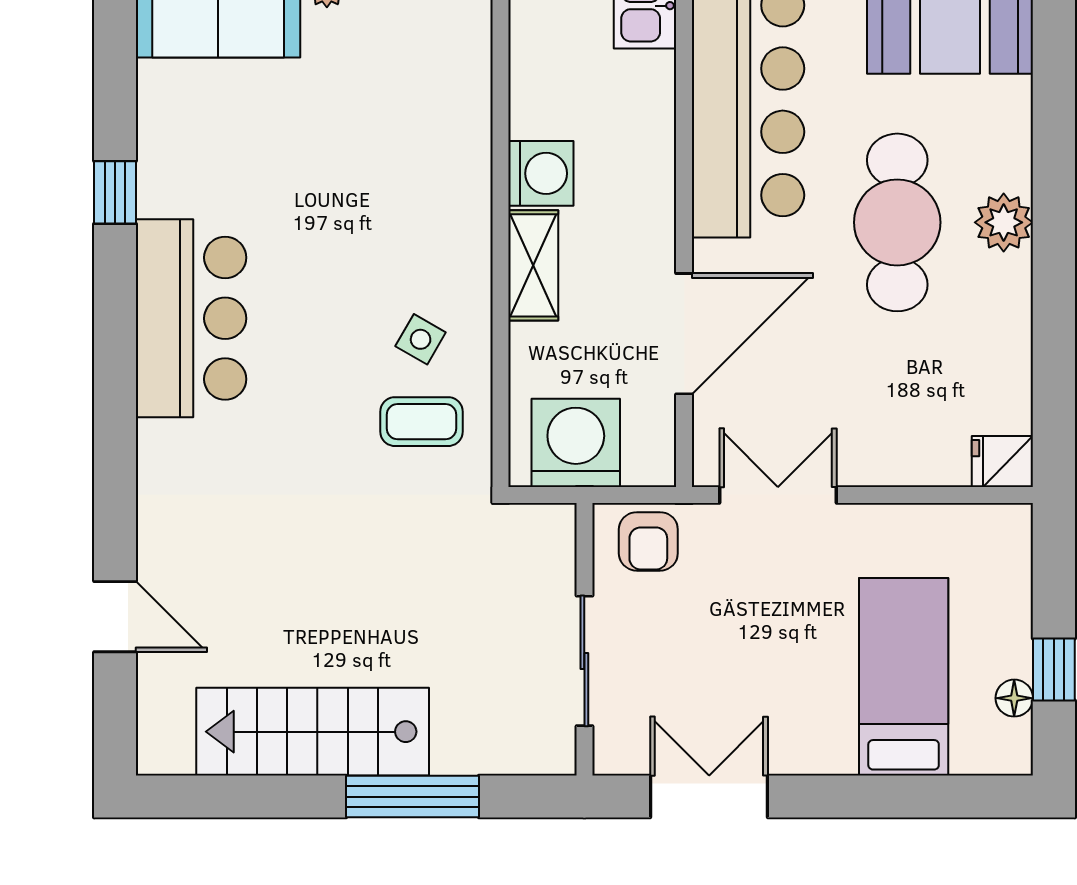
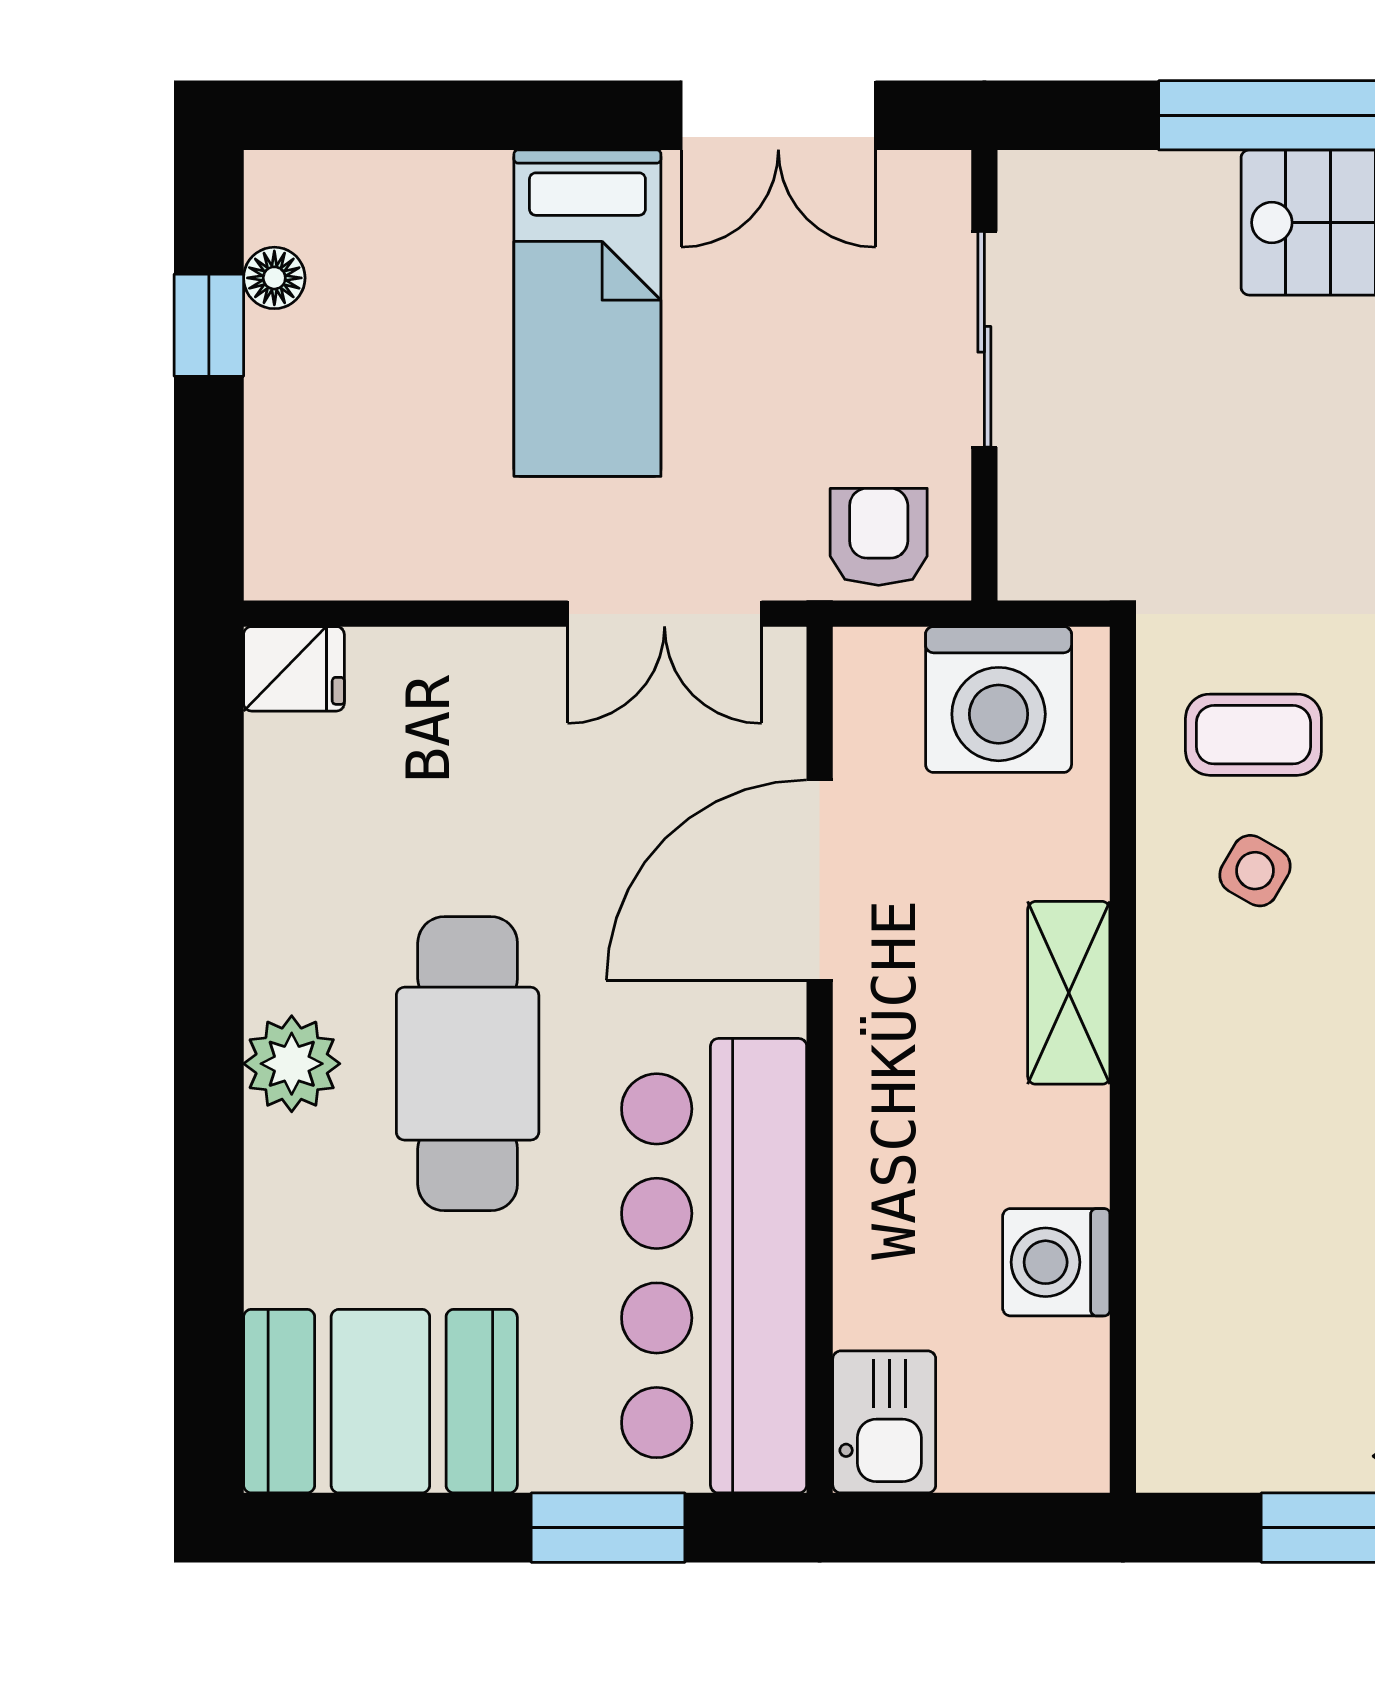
washing machine: (541, 173) -> (1056, 1262), moved
bed: (904, 677) -> (587, 313), moved

